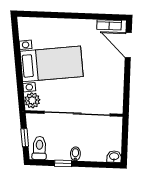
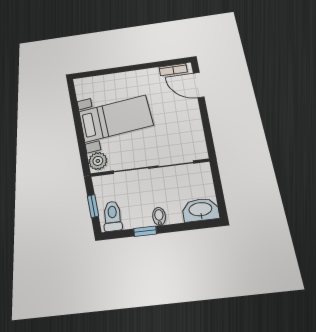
washbasin: (114, 157) -> (201, 210), width x1.91, depth x1.45

